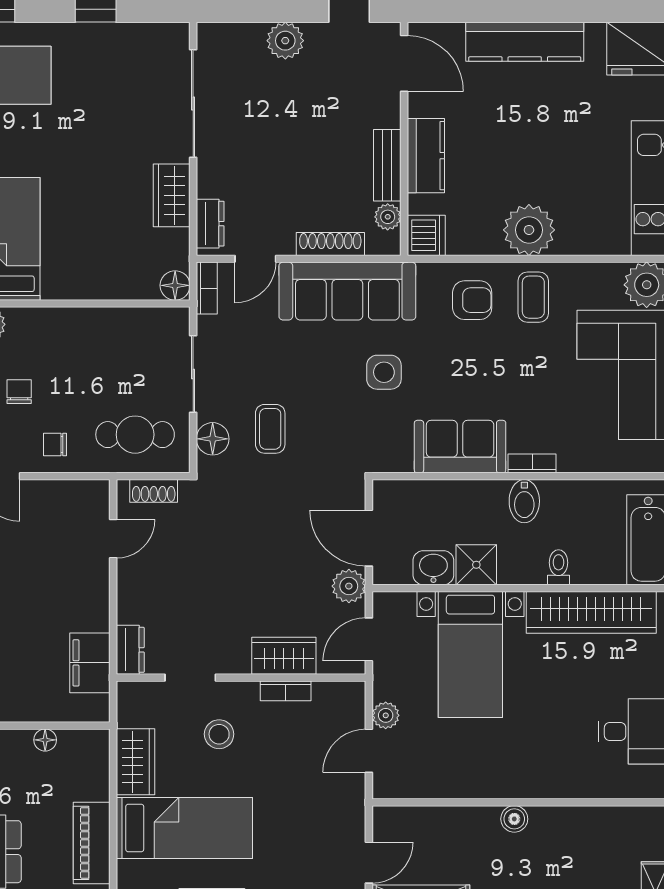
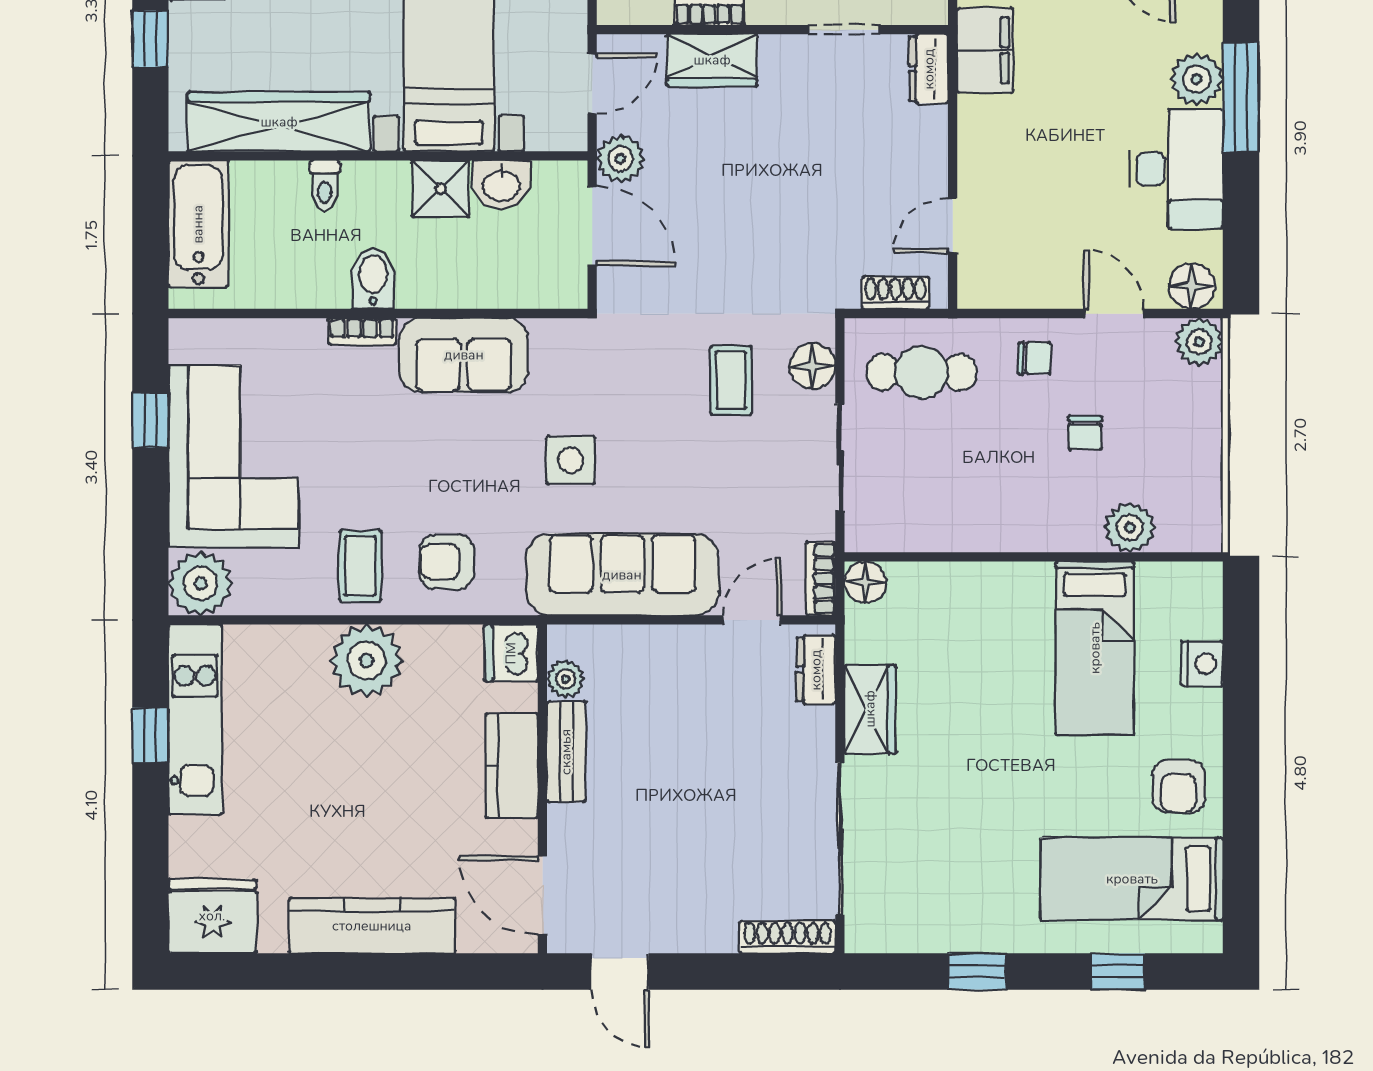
plant: (285, 41) -> (710, 927), removed
shoe rack: (330, 244) -> (787, 937), moved, turned 180

